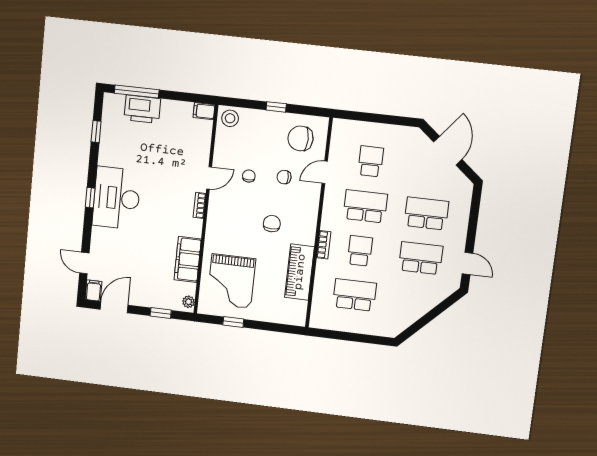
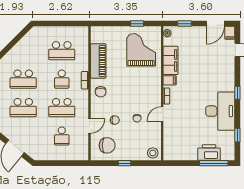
filing cabinet: (204, 111) -> (170, 80), moved
desk: (117, 198) -> (220, 111), moved
chair: (272, 224) -> (101, 92), moved

